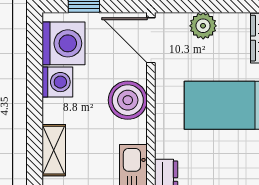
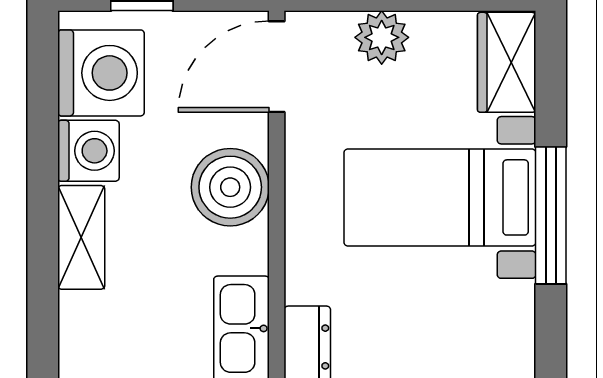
door: (151, 40) -> (277, 67), hinge flipped
shelving: (54, 150) -> (81, 237), moved

